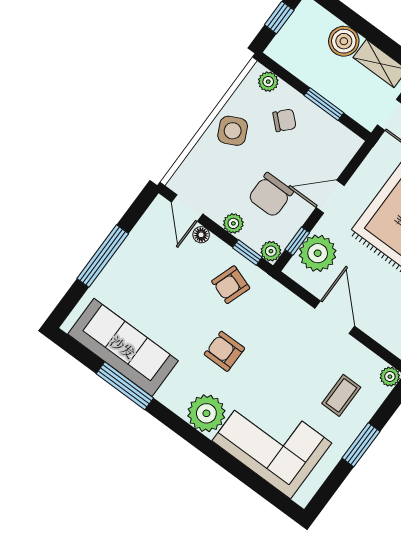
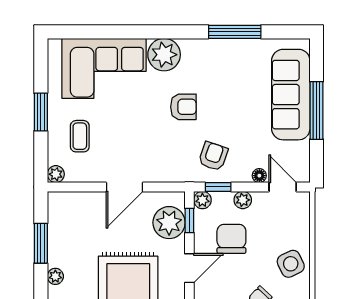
door: (335, 317) -> (124, 187), hinge flipped
sofa: (123, 347) -> (291, 95), moved, turned 90

